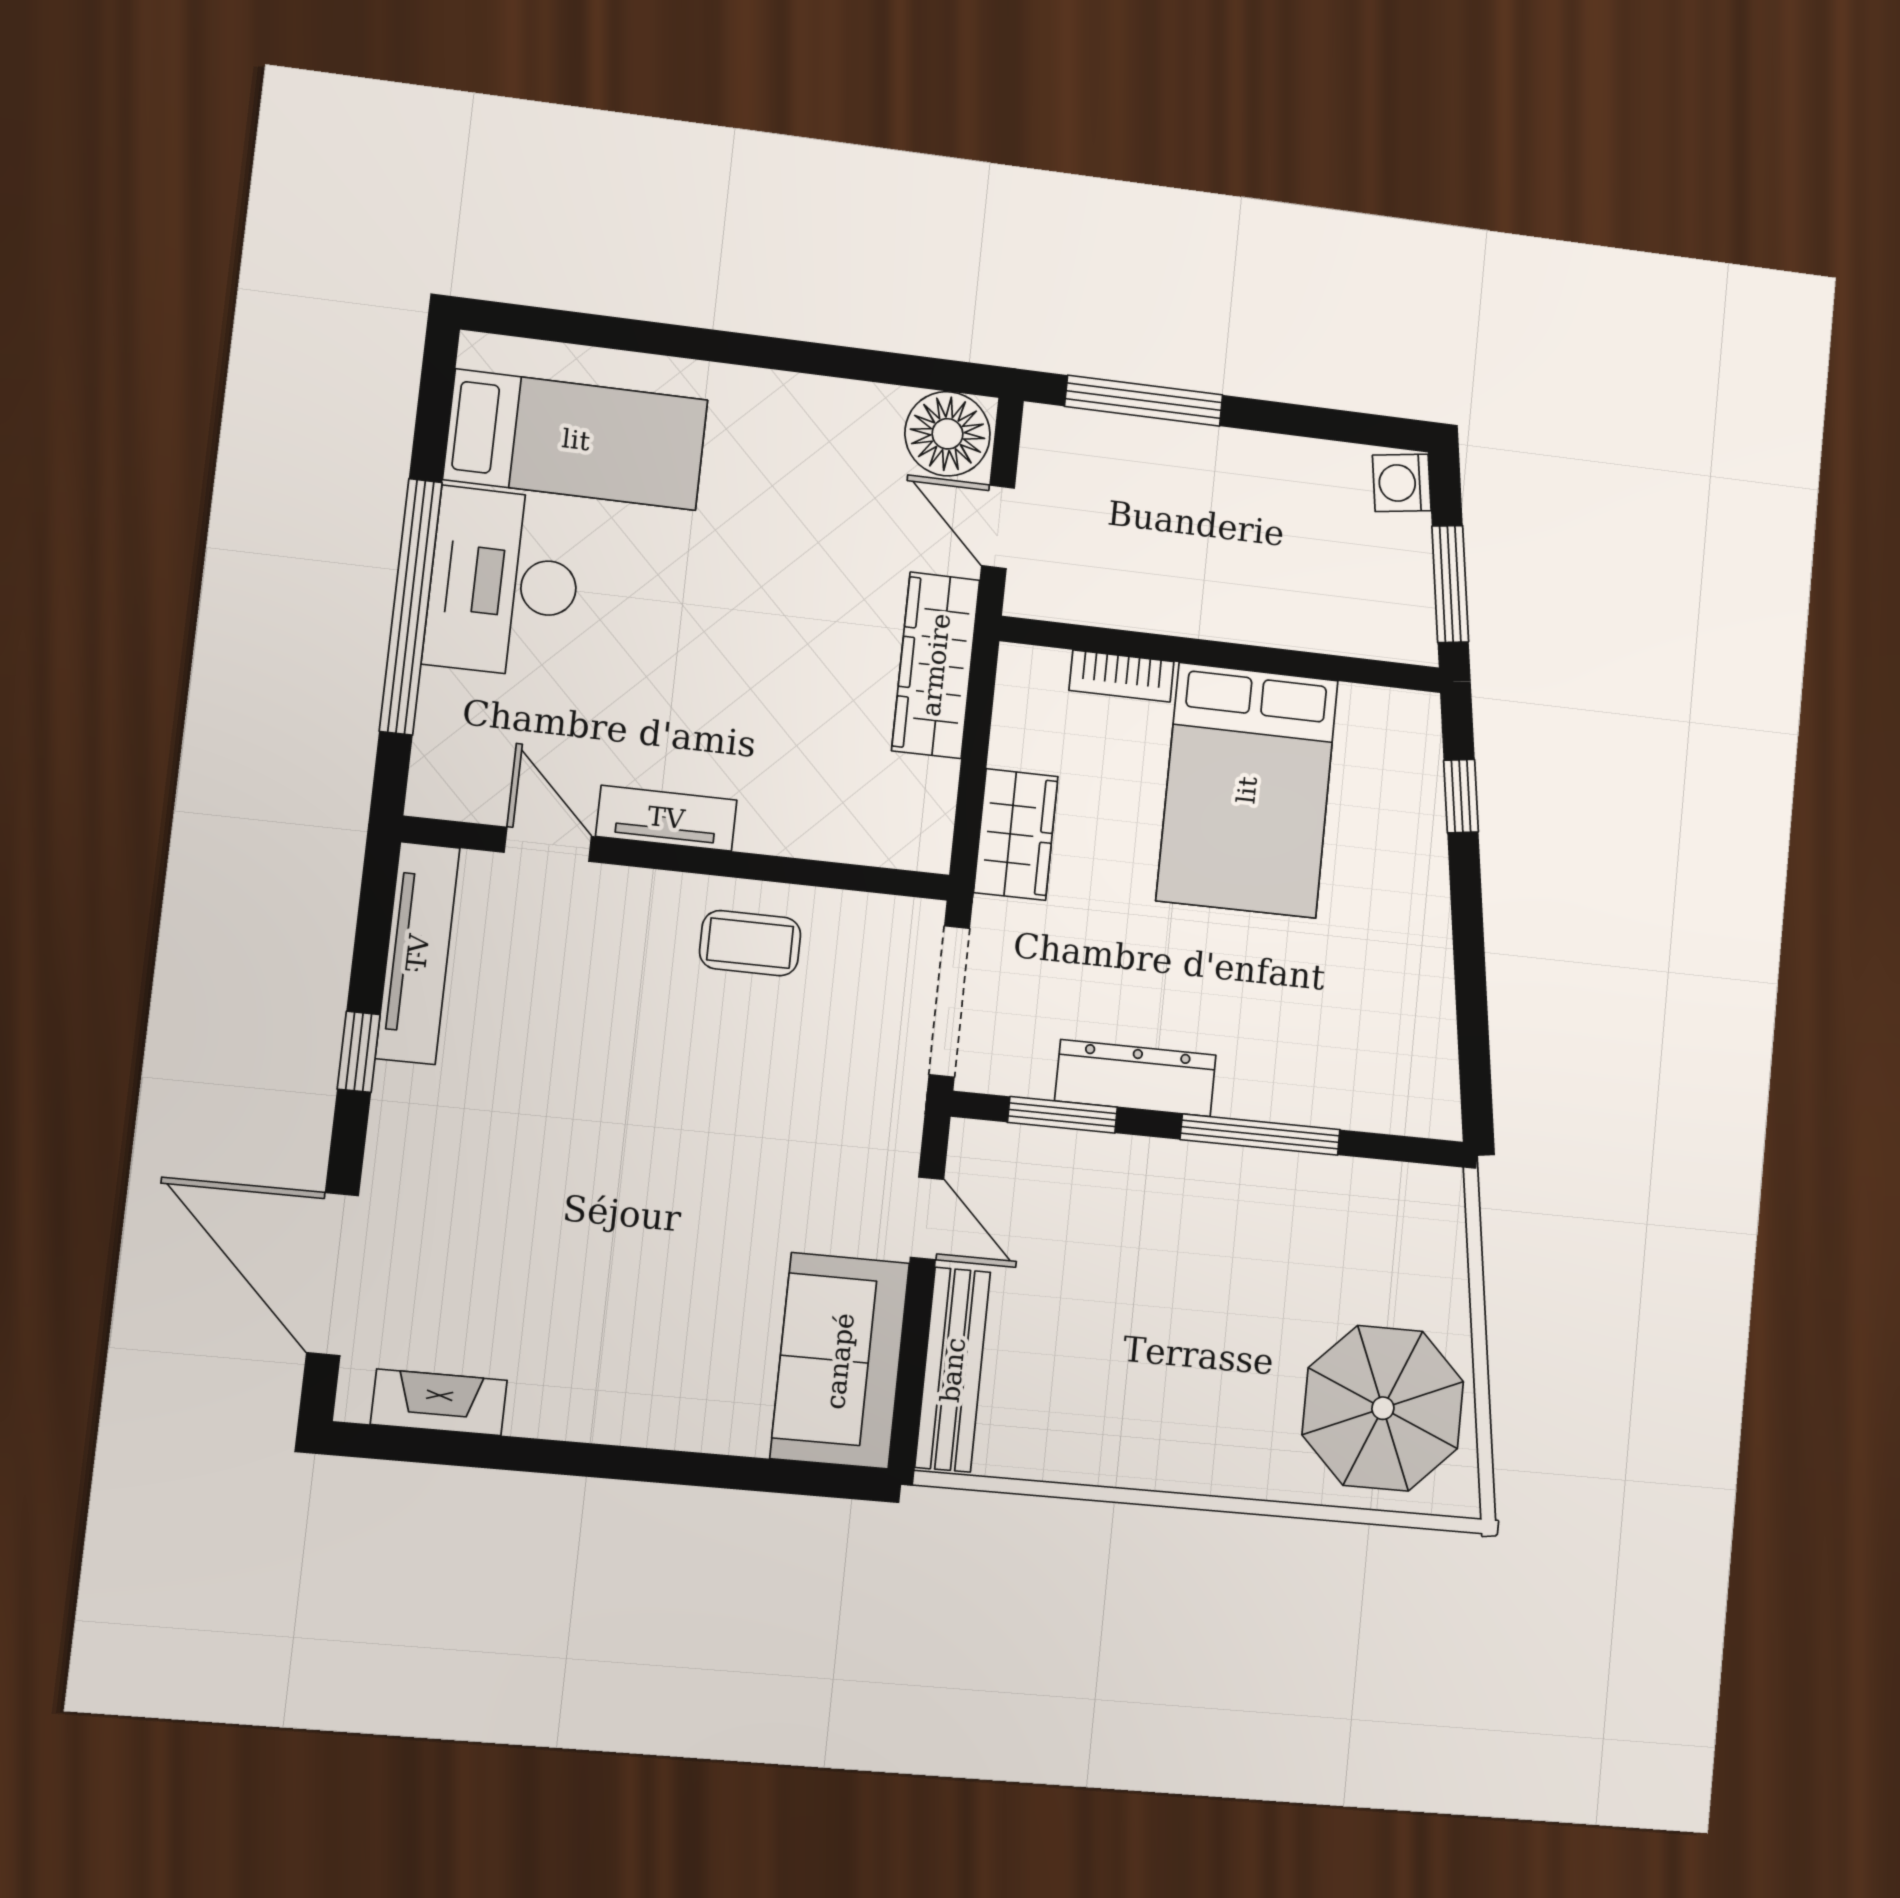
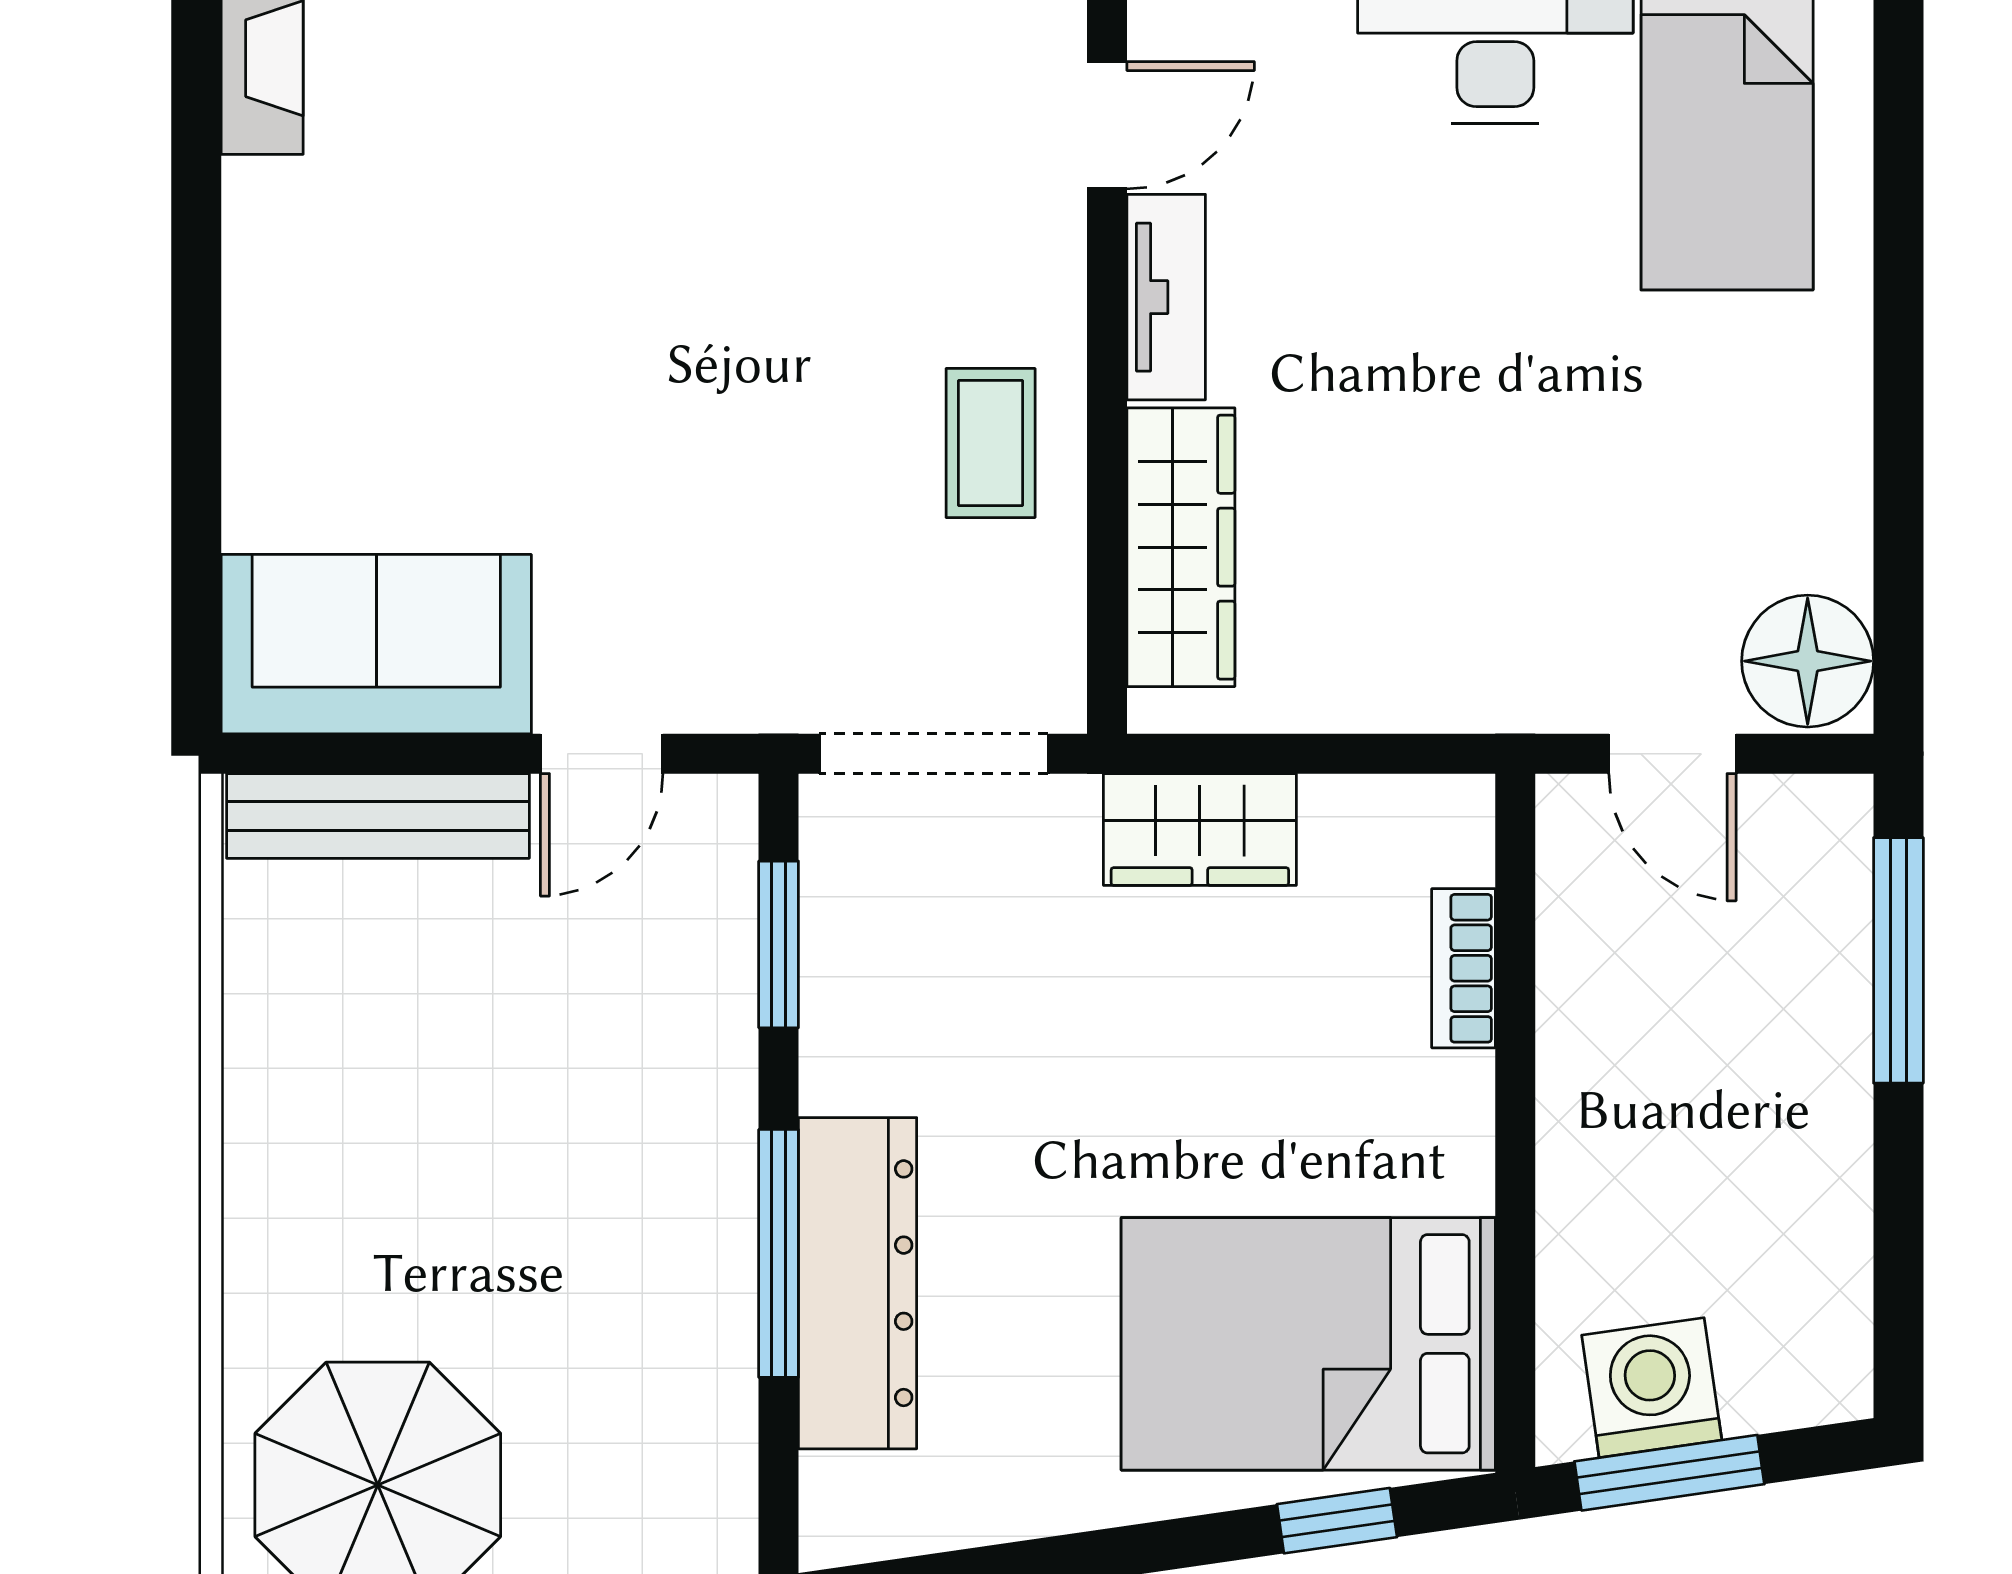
washing machine: (1402, 483) -> (1652, 1388), moved, width x1.38, depth x1.38
door: (998, 527) -> (1672, 754), swing flipped
wardrobe: (936, 665) -> (1181, 547), moved, turned 90
bed: (1247, 790) -> (1308, 1344), moved
dresser: (1135, 1078) -> (858, 1283), moved, width x1.37, depth x1.24

